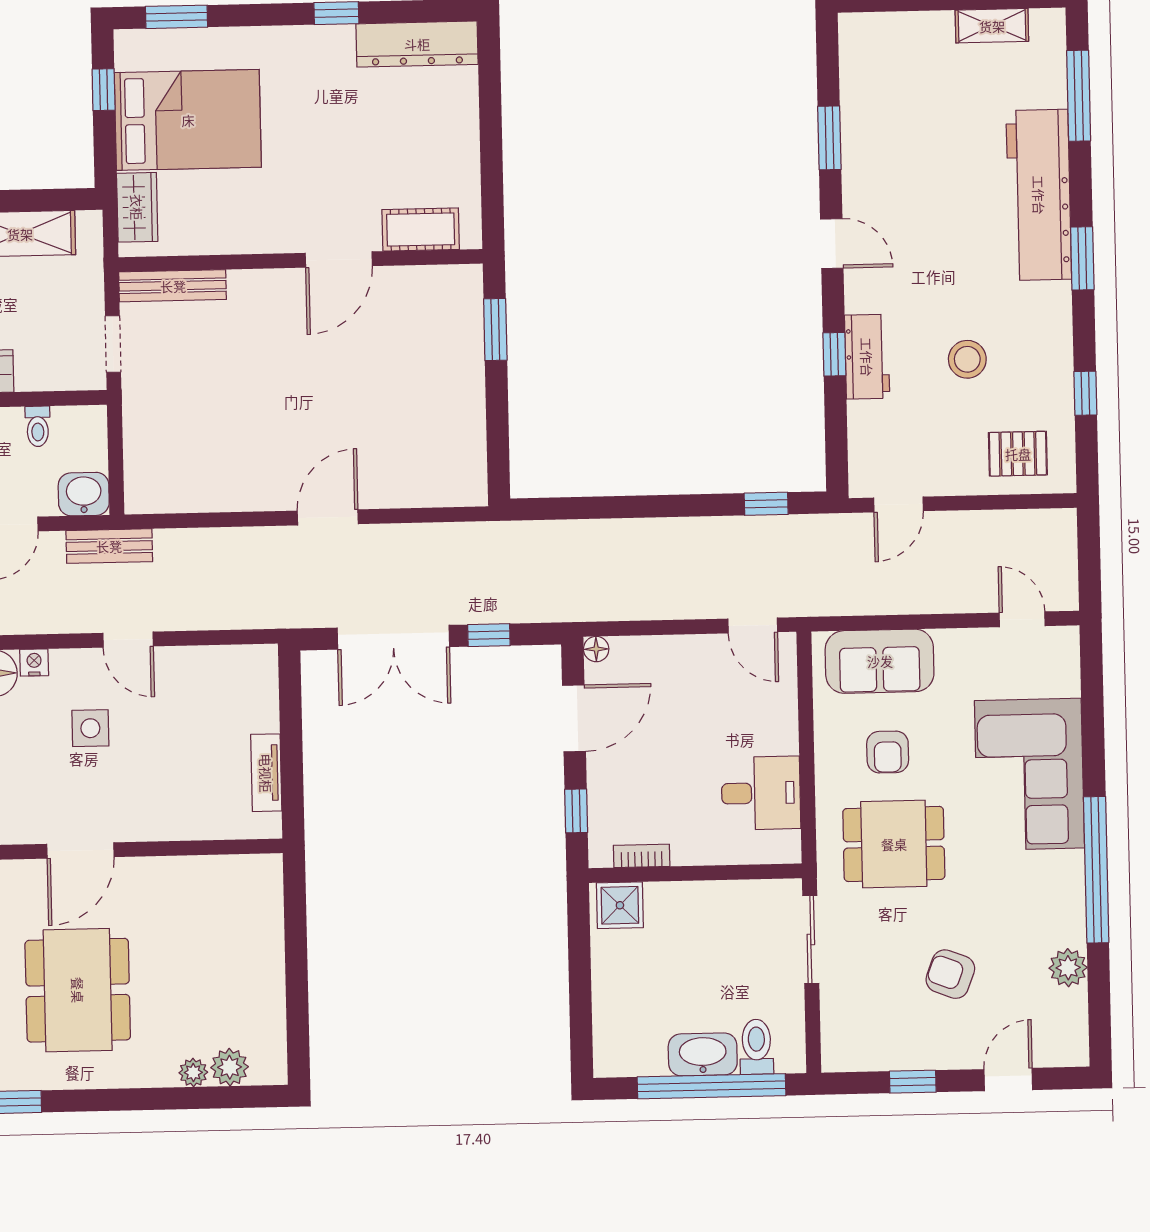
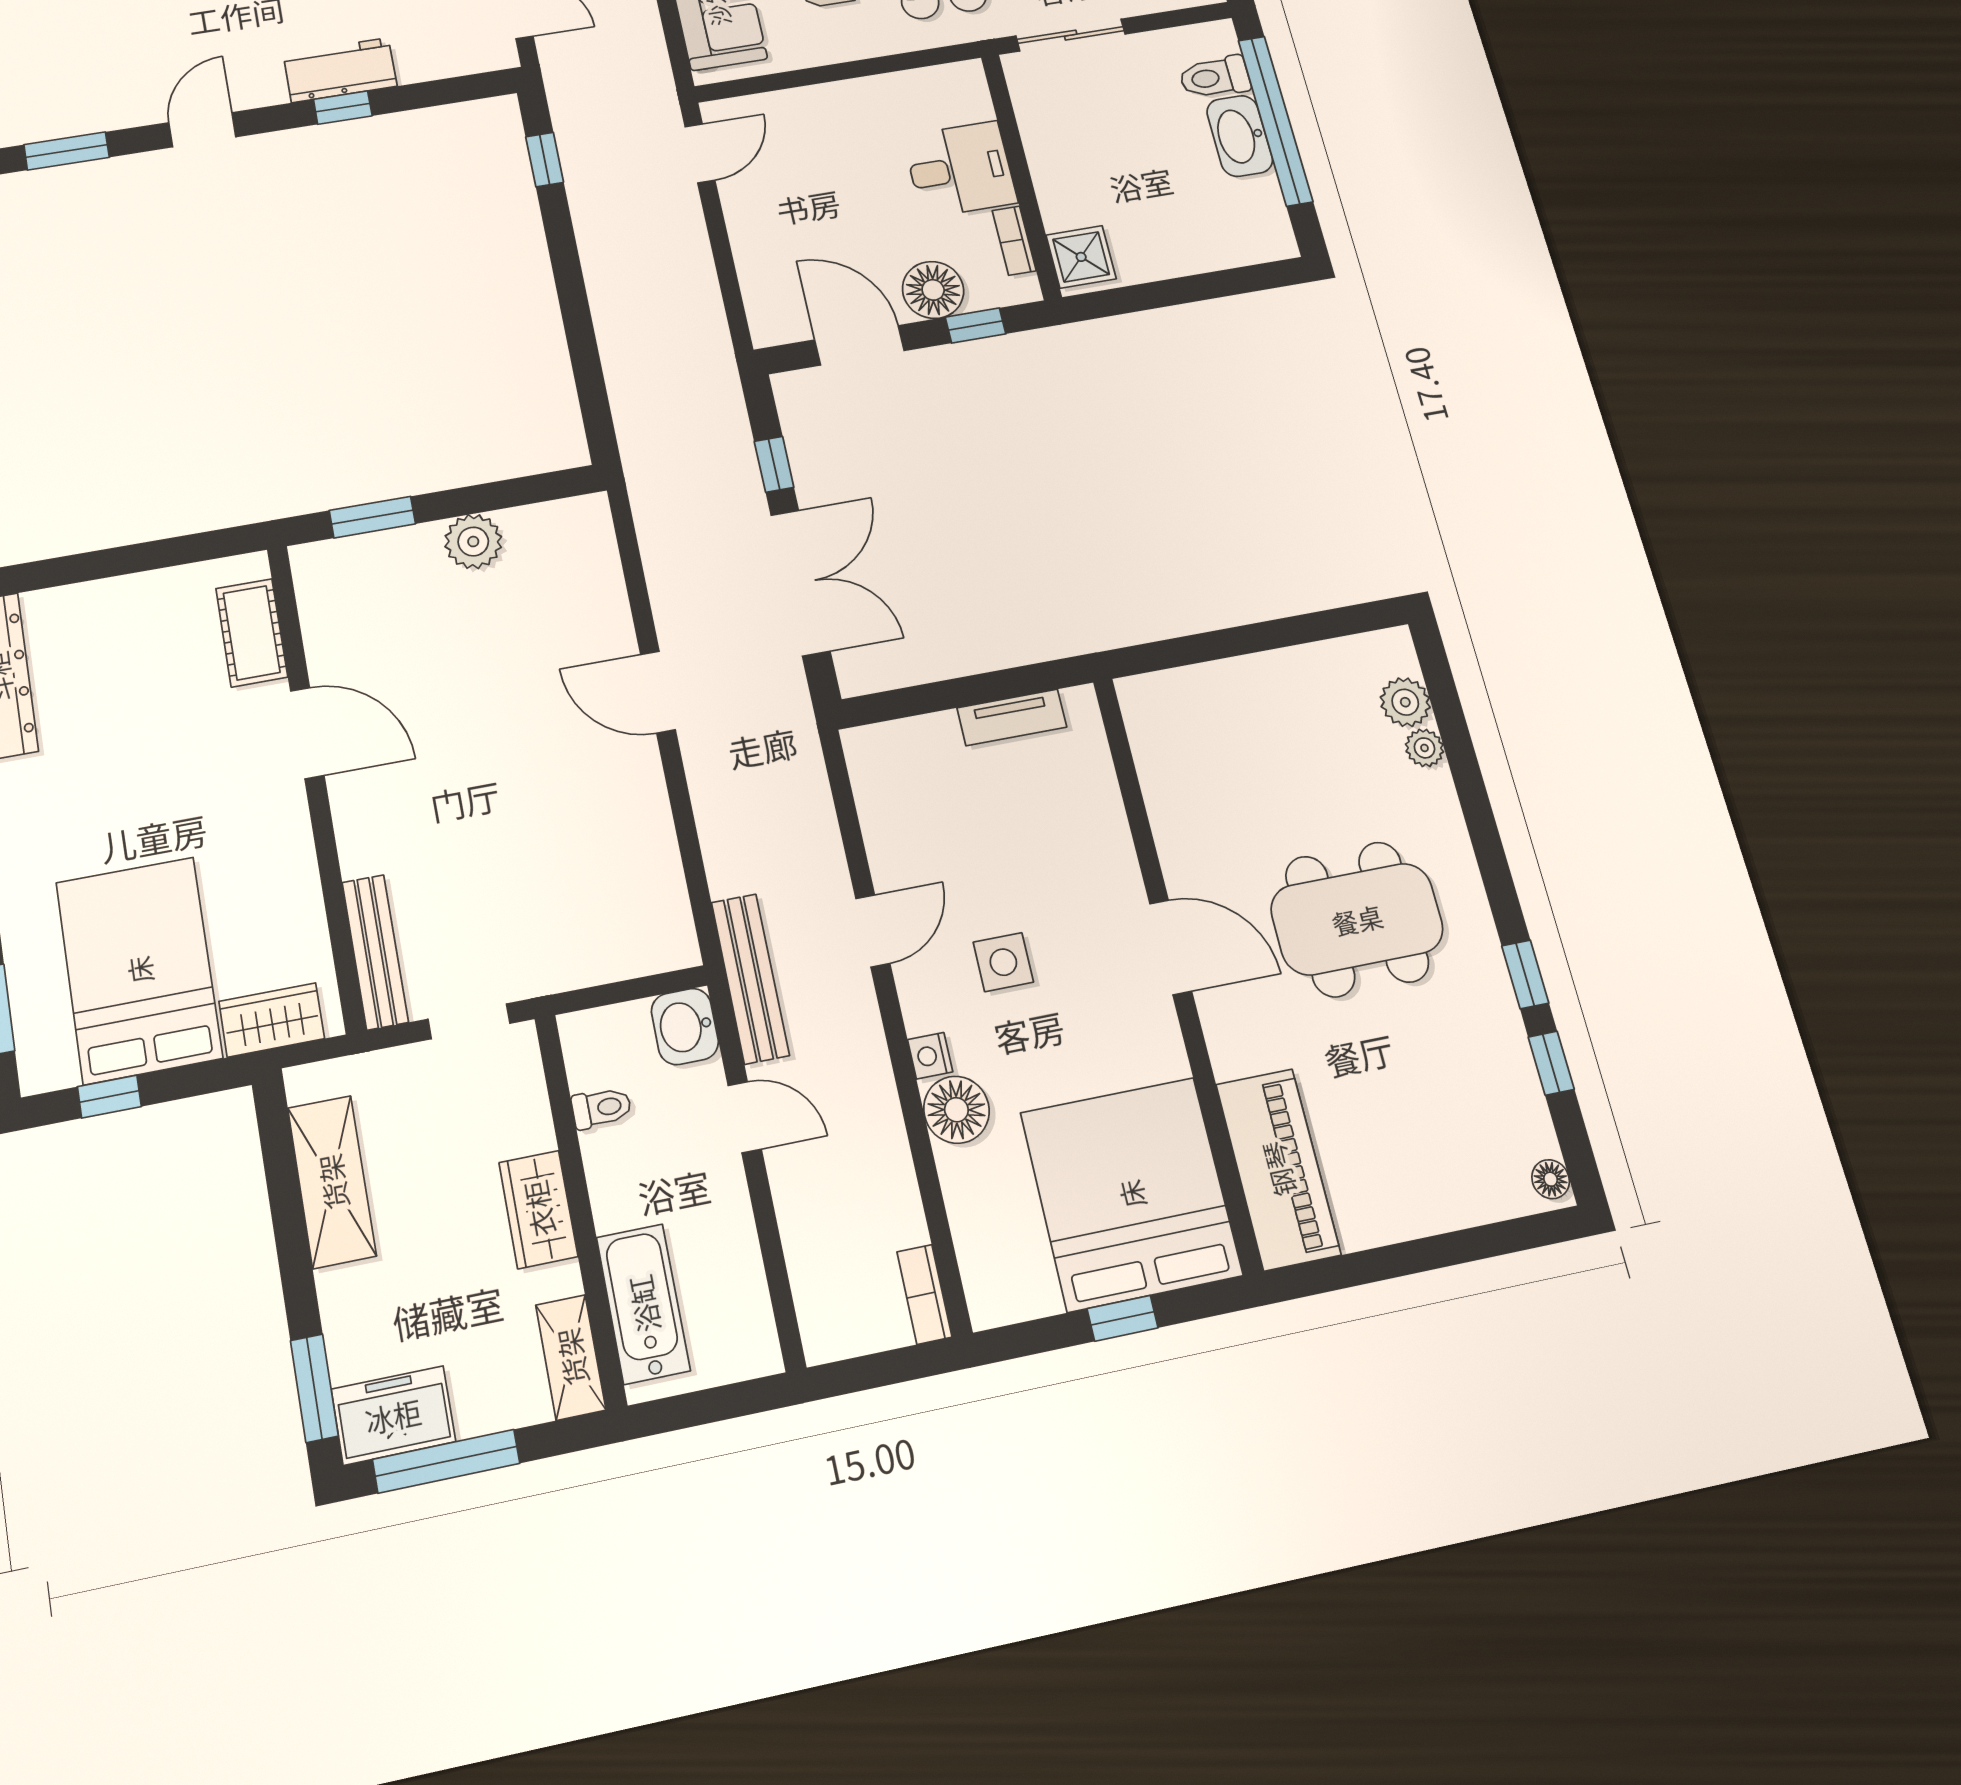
plant: (464, 401) -> (473, 542), added
bench: (109, 546) -> (750, 979), width x1.36
floor lamp: (596, 649) -> (933, 290), moved, width x1.89, depth x1.89
desk: (761, 793) -> (960, 169), moved, turned 90

